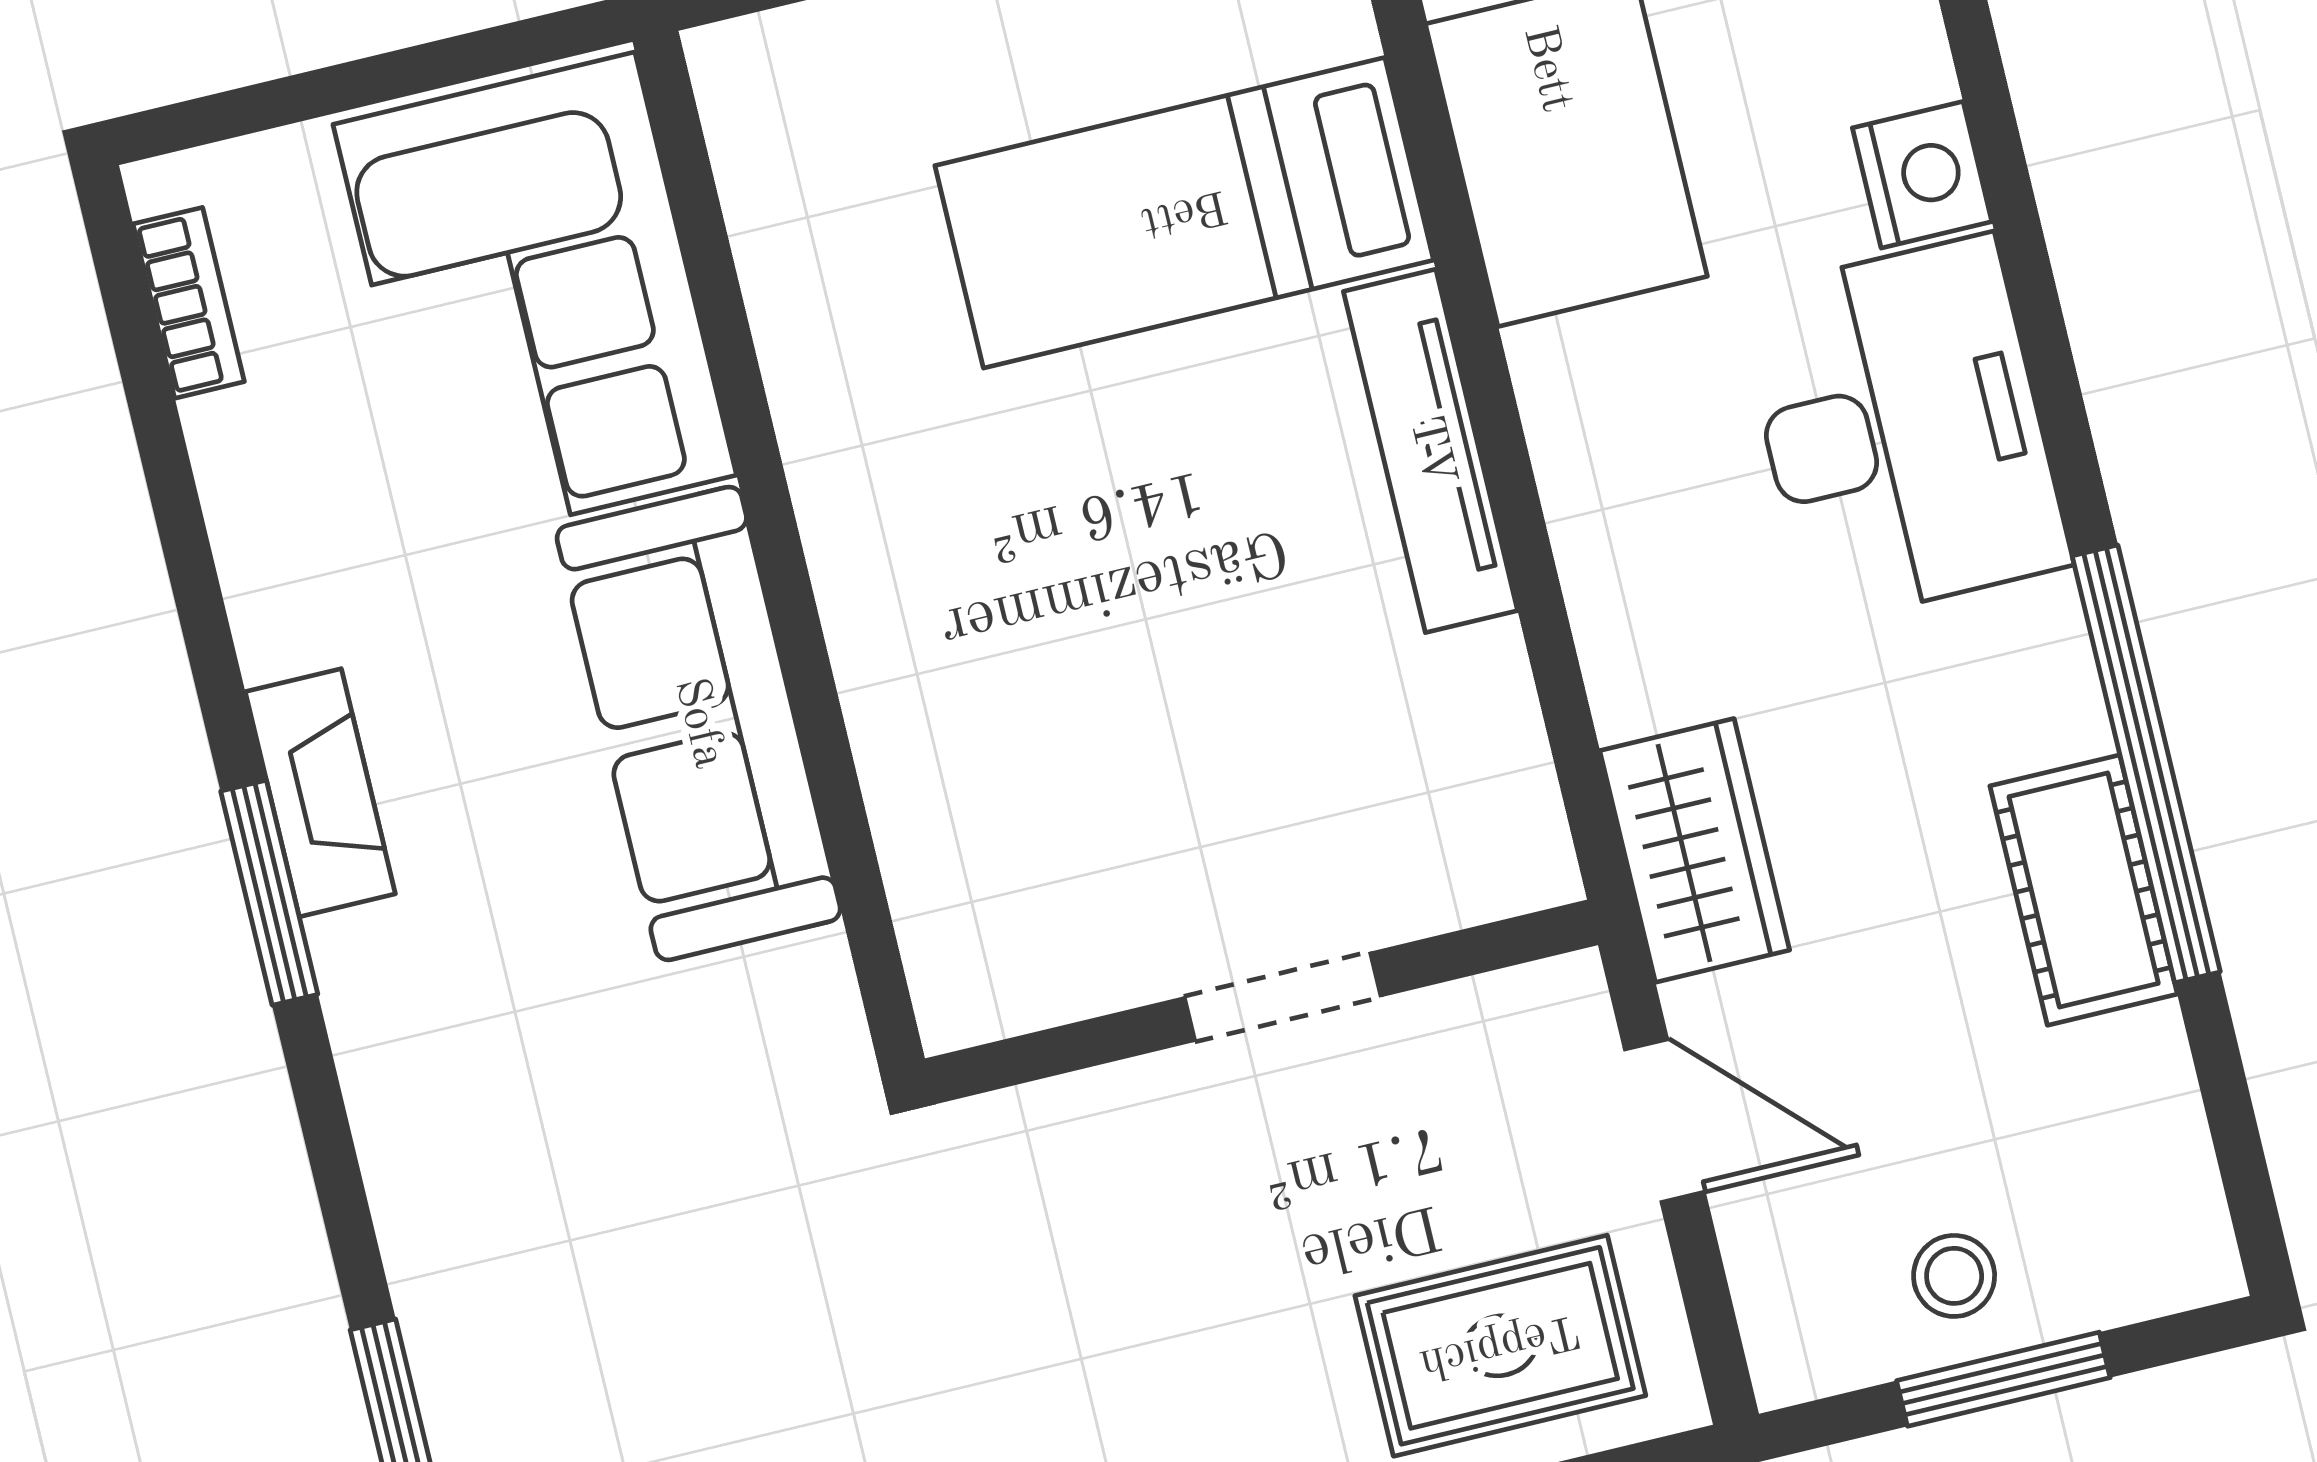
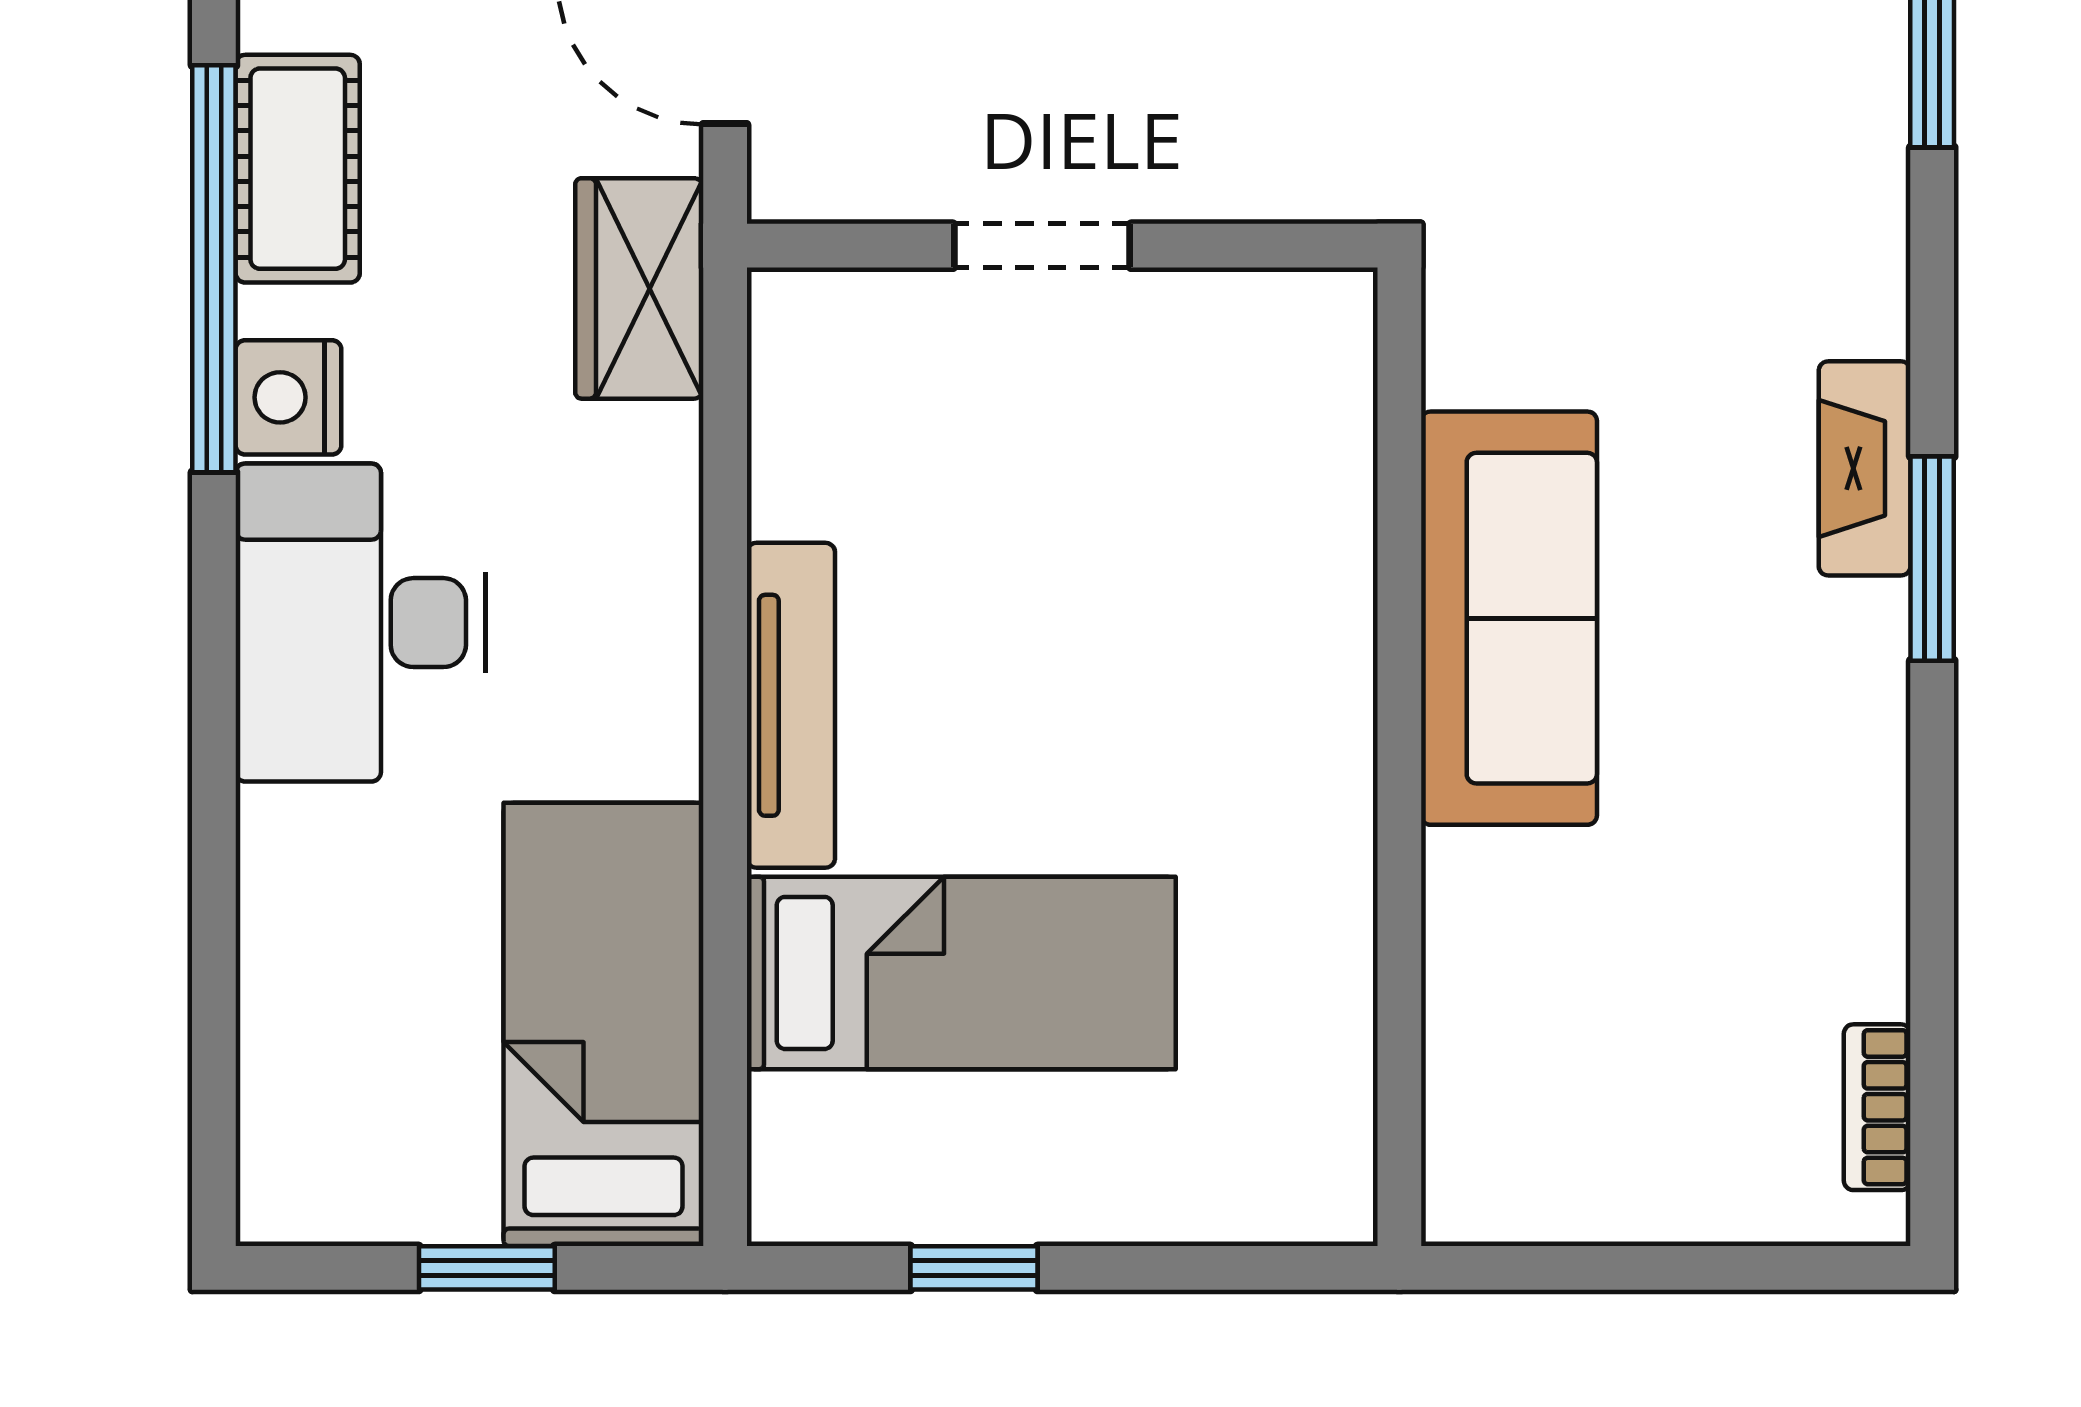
nightstand: (1922, 175) -> (288, 397), moved
corner sofa: (535, 300) -> (1565, 1035), removed
fireplace: (320, 793) -> (1865, 468), moved

